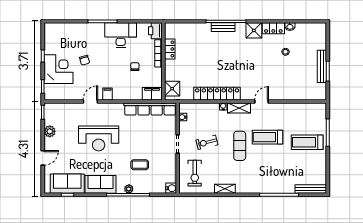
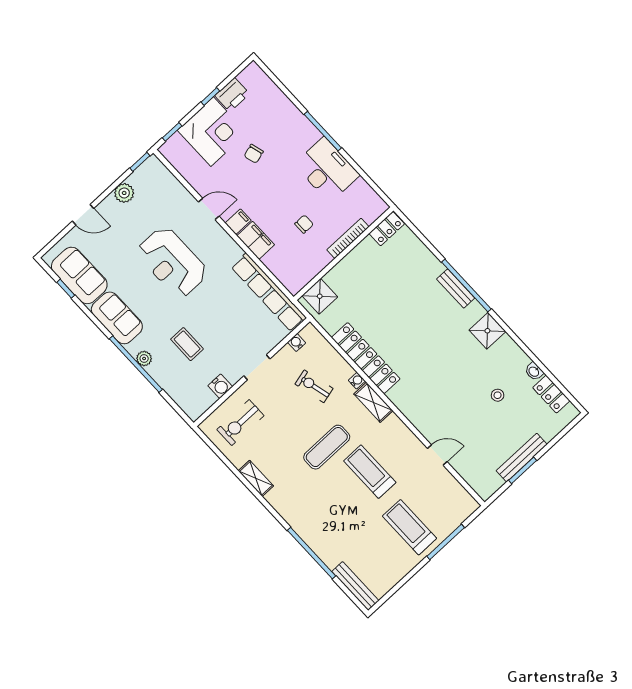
locker: (273, 28) -> (551, 394), moved
printer: (155, 31) -> (232, 95), moved, turned 180
locker: (170, 49) -> (387, 229), moved
filing cabinet: (152, 94) -> (256, 240), moved
door: (262, 101) -> (437, 455), moved
exercise bike: (207, 142) -> (314, 386), moved
water cooler: (171, 188) -> (220, 386), moved

